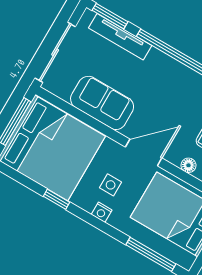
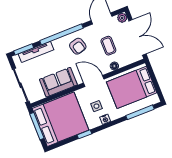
armchair: (176, 90) -> (78, 46), added
door: (144, 153) -> (94, 81), hinge flipped

